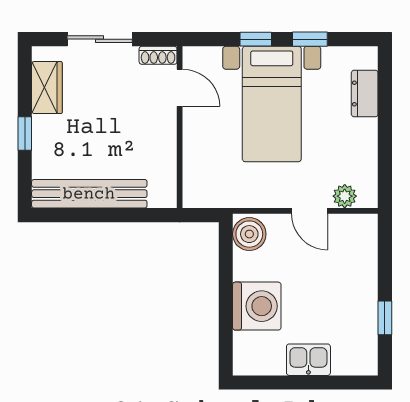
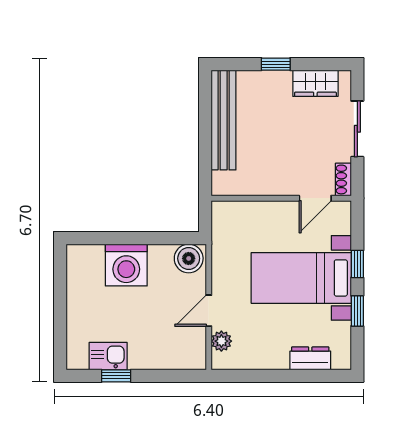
kitchen sink: (308, 360) -> (108, 356), moved, turned -90

